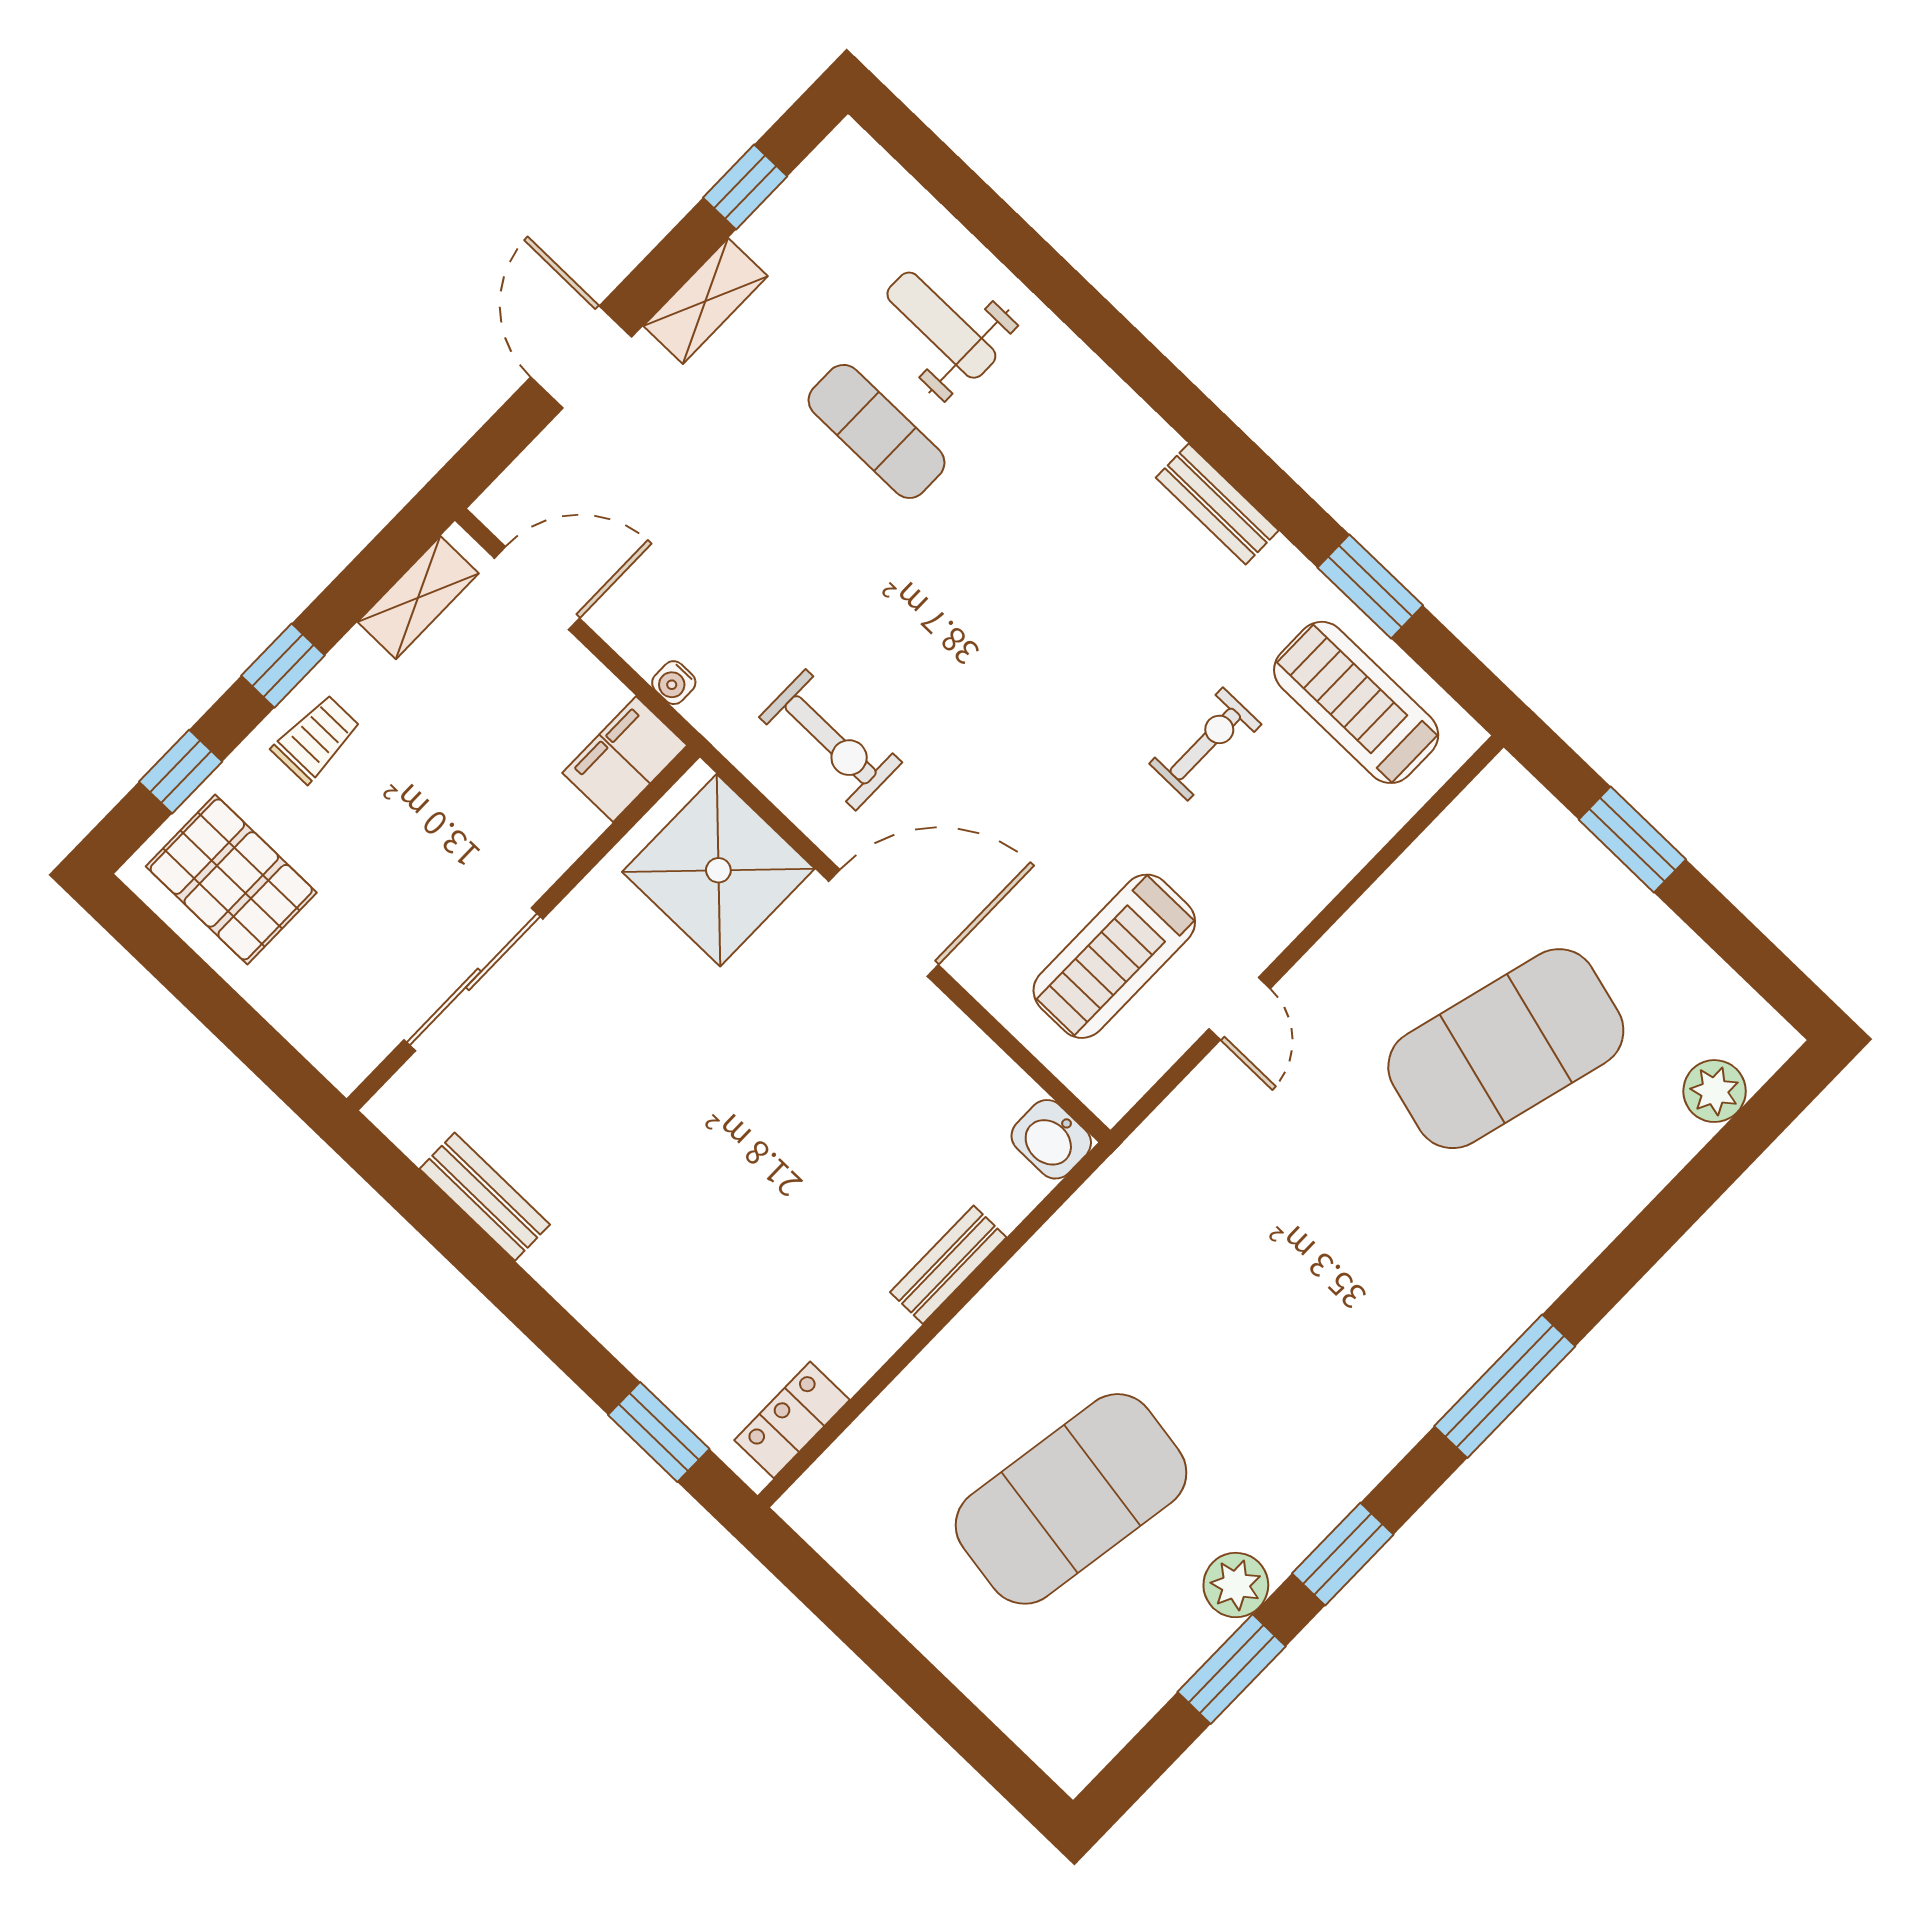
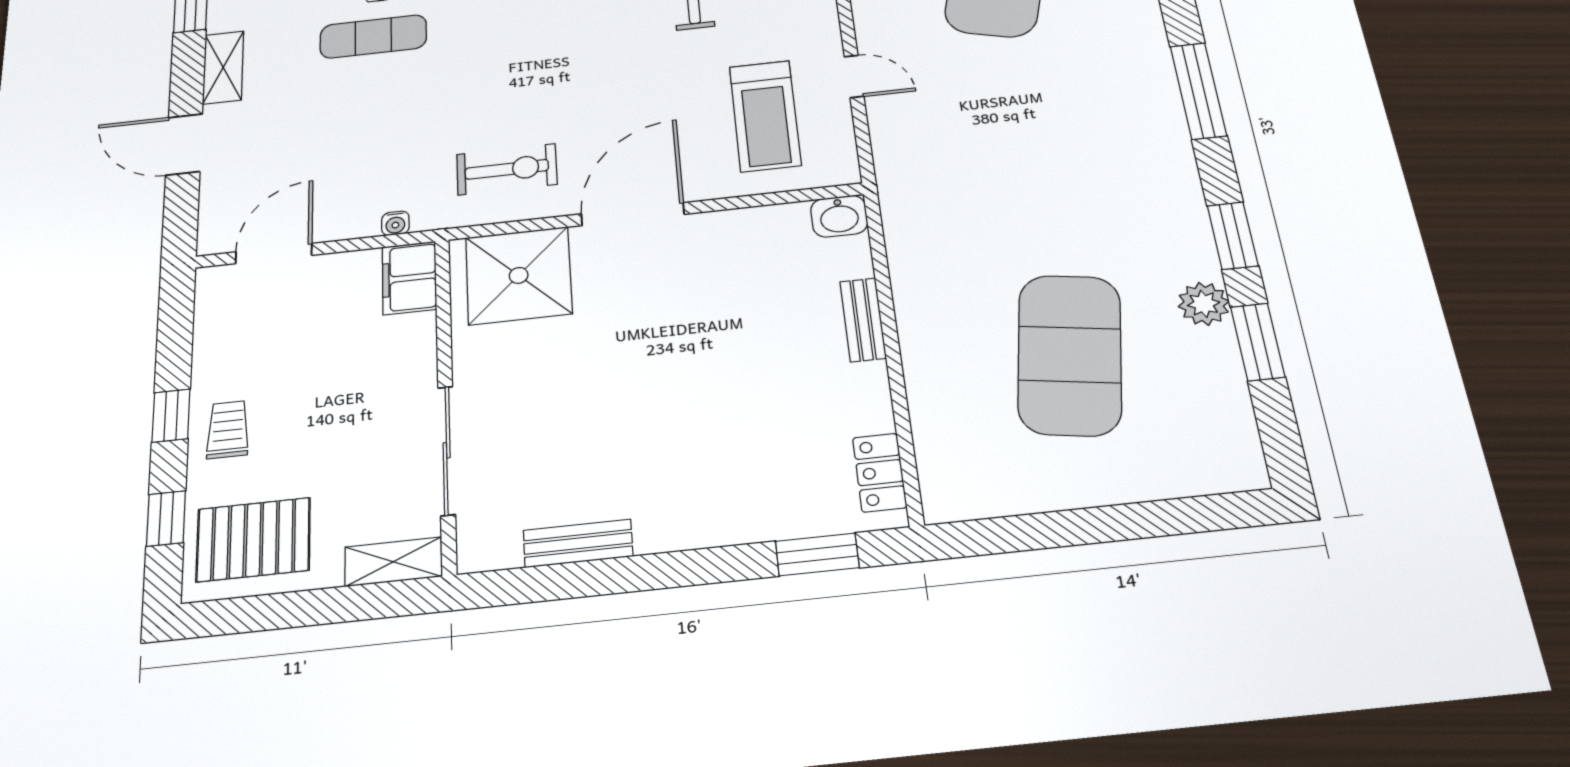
shelving: (418, 598) -> (393, 562), moved, turned 90

